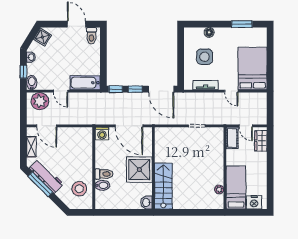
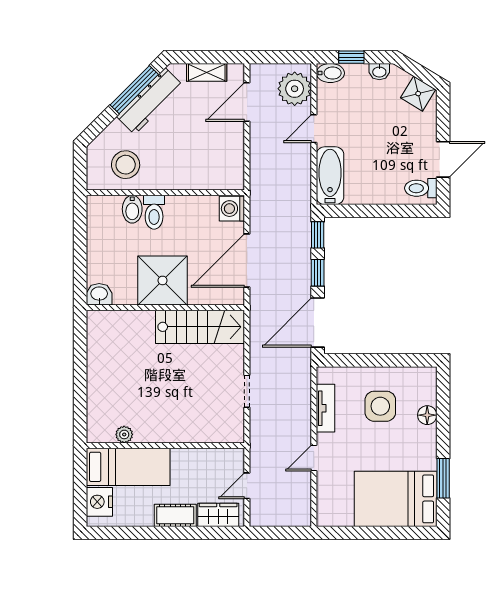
bed: (253, 68) -> (396, 499), moved, turned 180
cot: (232, 138) -> (175, 515), moved
stairs: (163, 186) -> (200, 327), moved

